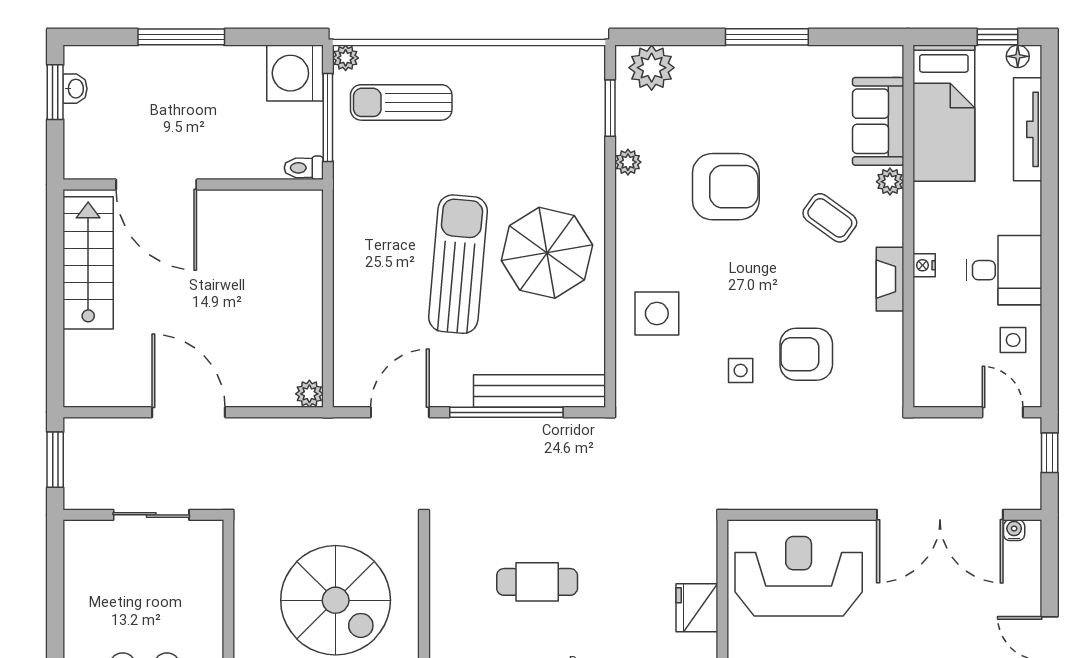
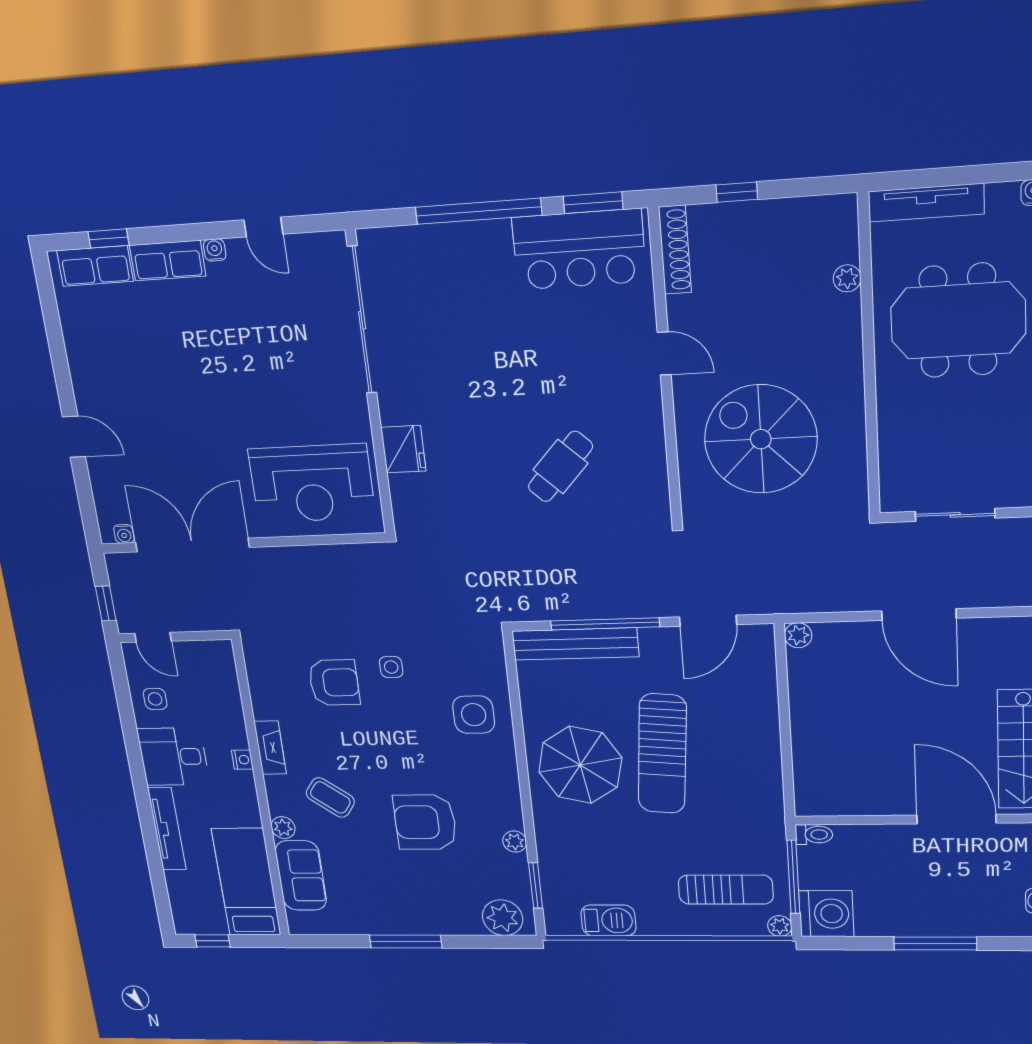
floor lamp: (1018, 56) -> (193, 926), removed
barbecue: (533, 64) -> (608, 920), added
tv unit: (1028, 129) -> (167, 829), moved
cafe table: (537, 582) -> (560, 467), turned -47

